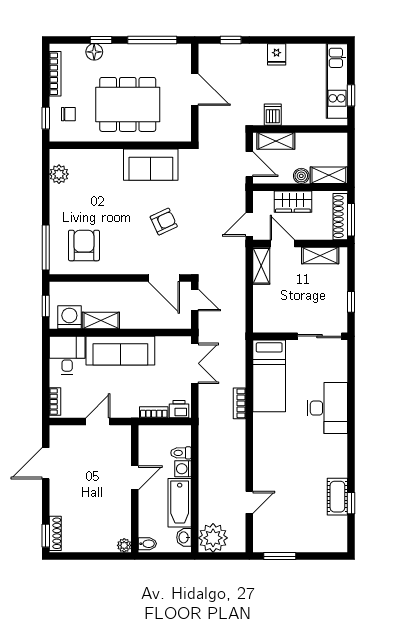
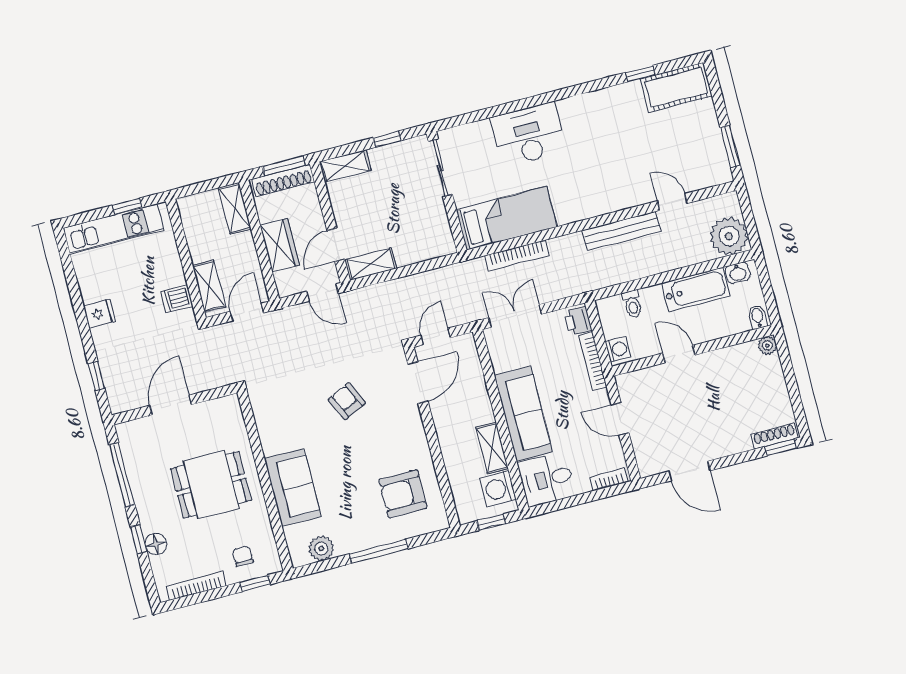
dining table: (128, 104) -> (211, 485), width x0.73
sofa: (151, 165) -> (293, 487), moved
boiler: (301, 176) -> (245, 243), removed
window: (46, 248) -> (379, 551), moved
shelving: (320, 255) -> (345, 166), moved, turned 90
bookcase: (239, 403) -> (517, 255), moved, width x1.56
bookcase: (154, 412) -> (593, 362), width x1.56
bench: (238, 459) -> (622, 231), added
washing machine: (183, 469) -> (618, 349), moved, turned -90
cot: (337, 497) -> (676, 87), moved, width x1.37, depth x1.34

